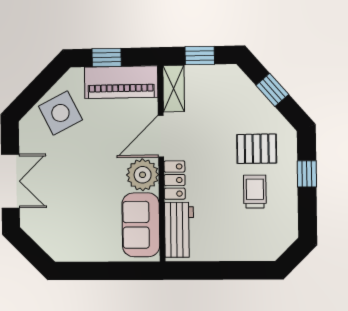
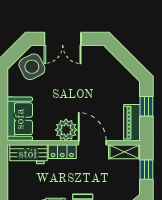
piano: (121, 82) -> (132, 123), width x0.73, depth x0.75
side table: (60, 113) -> (32, 67), moved
sofa: (141, 225) -> (20, 119), moved, turned 90

